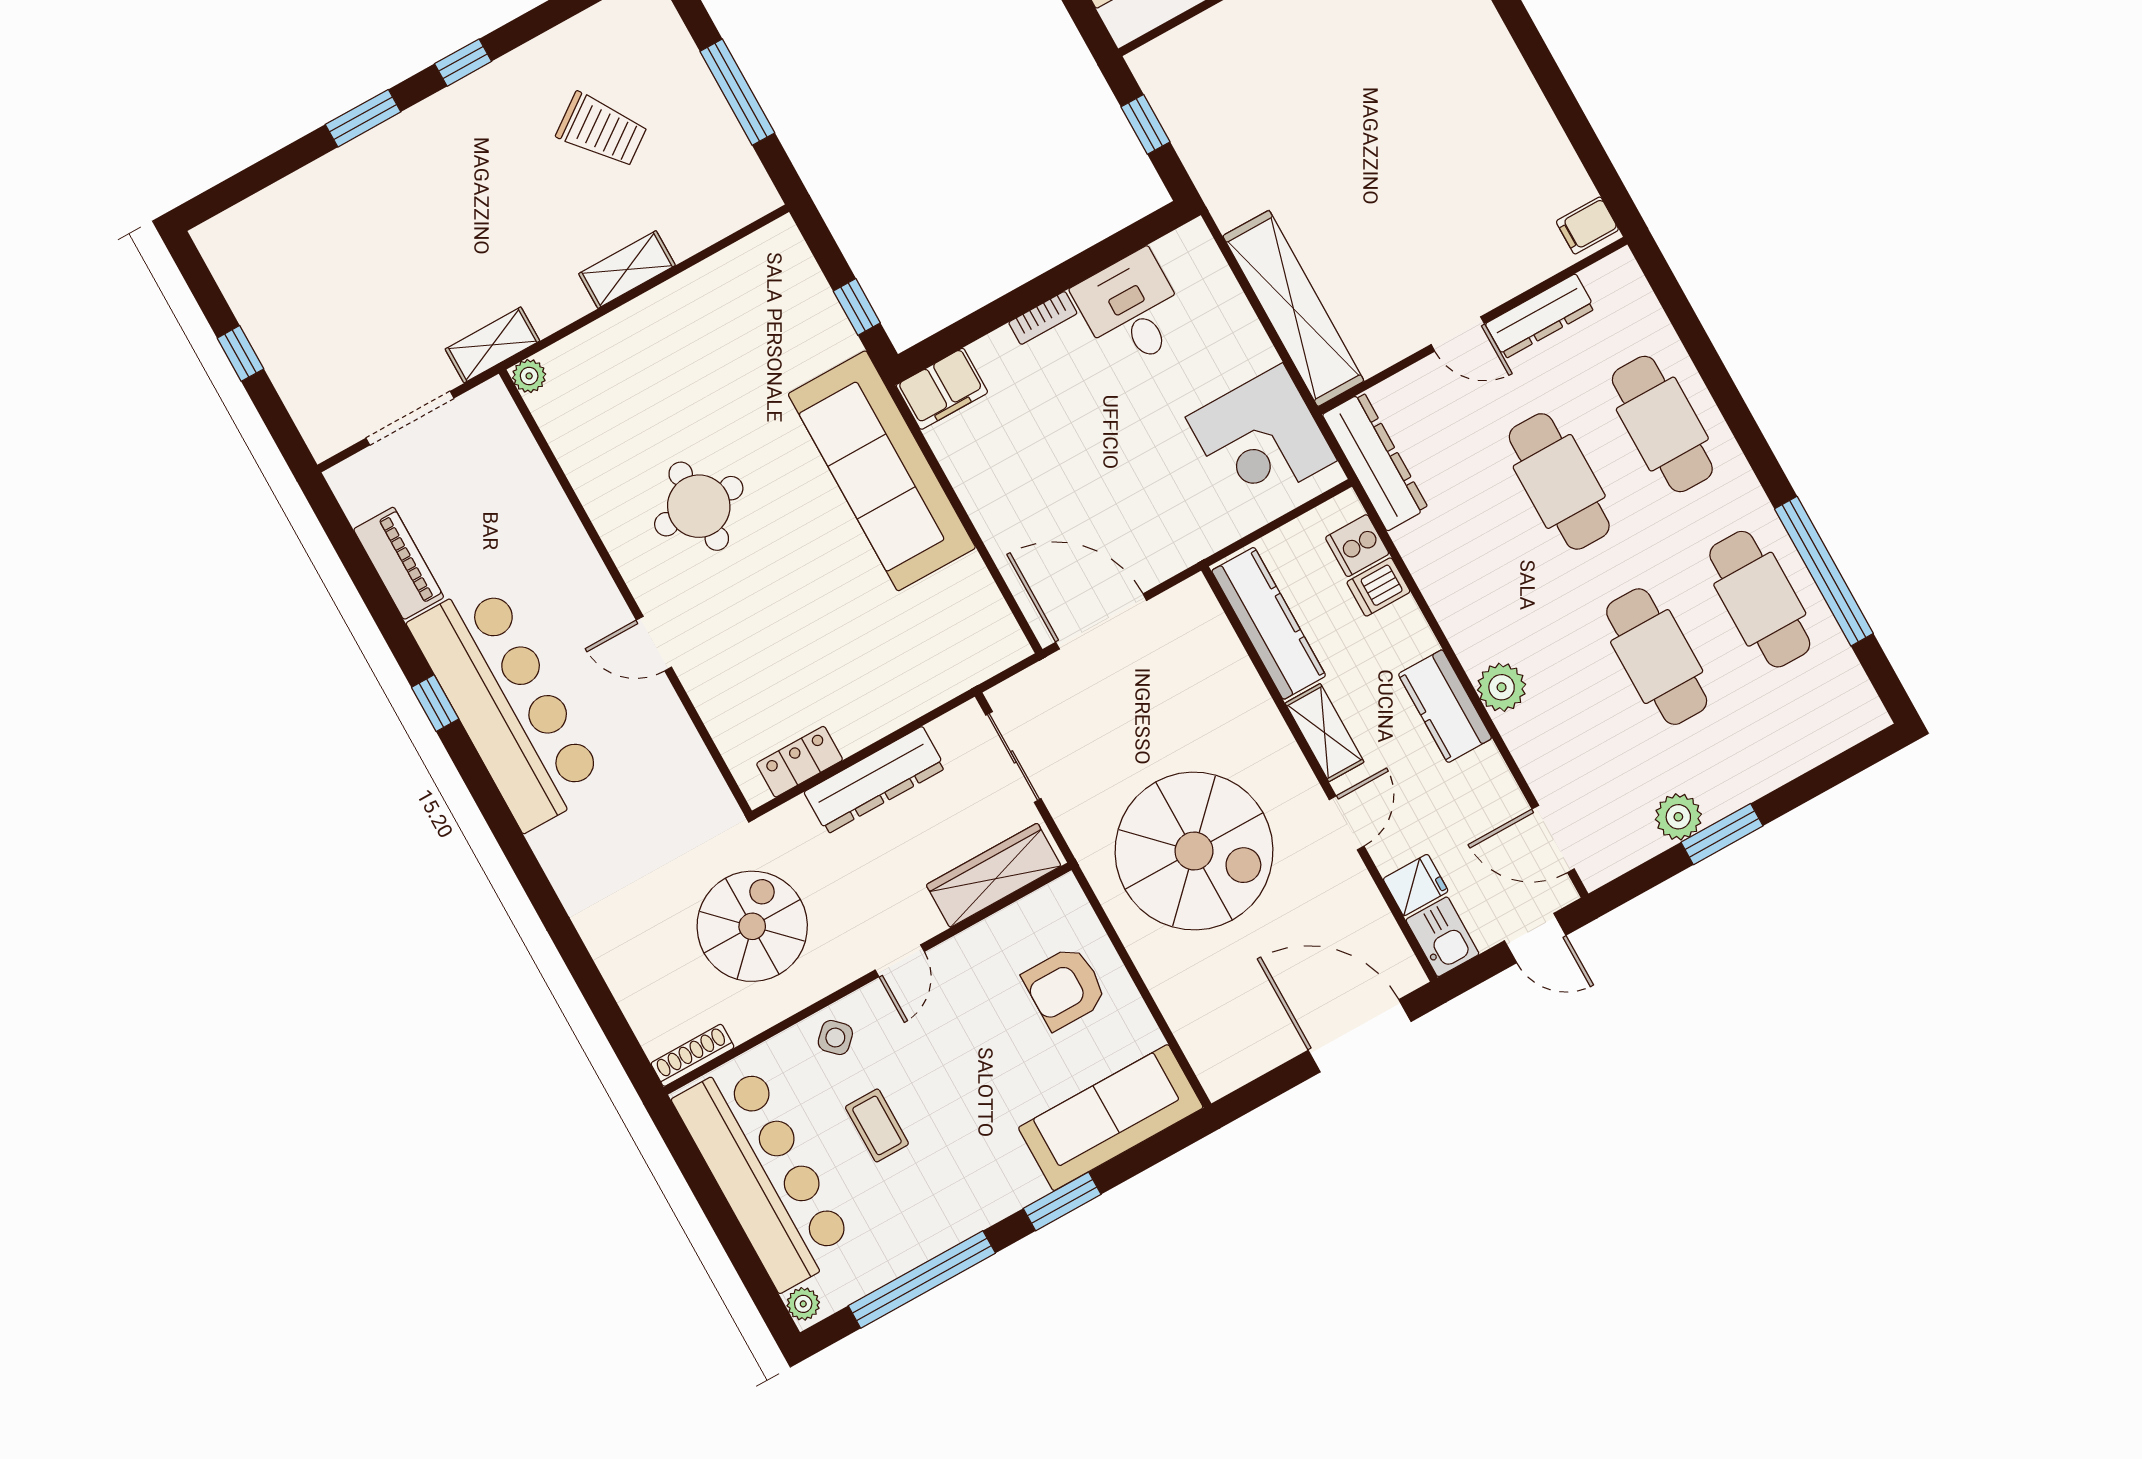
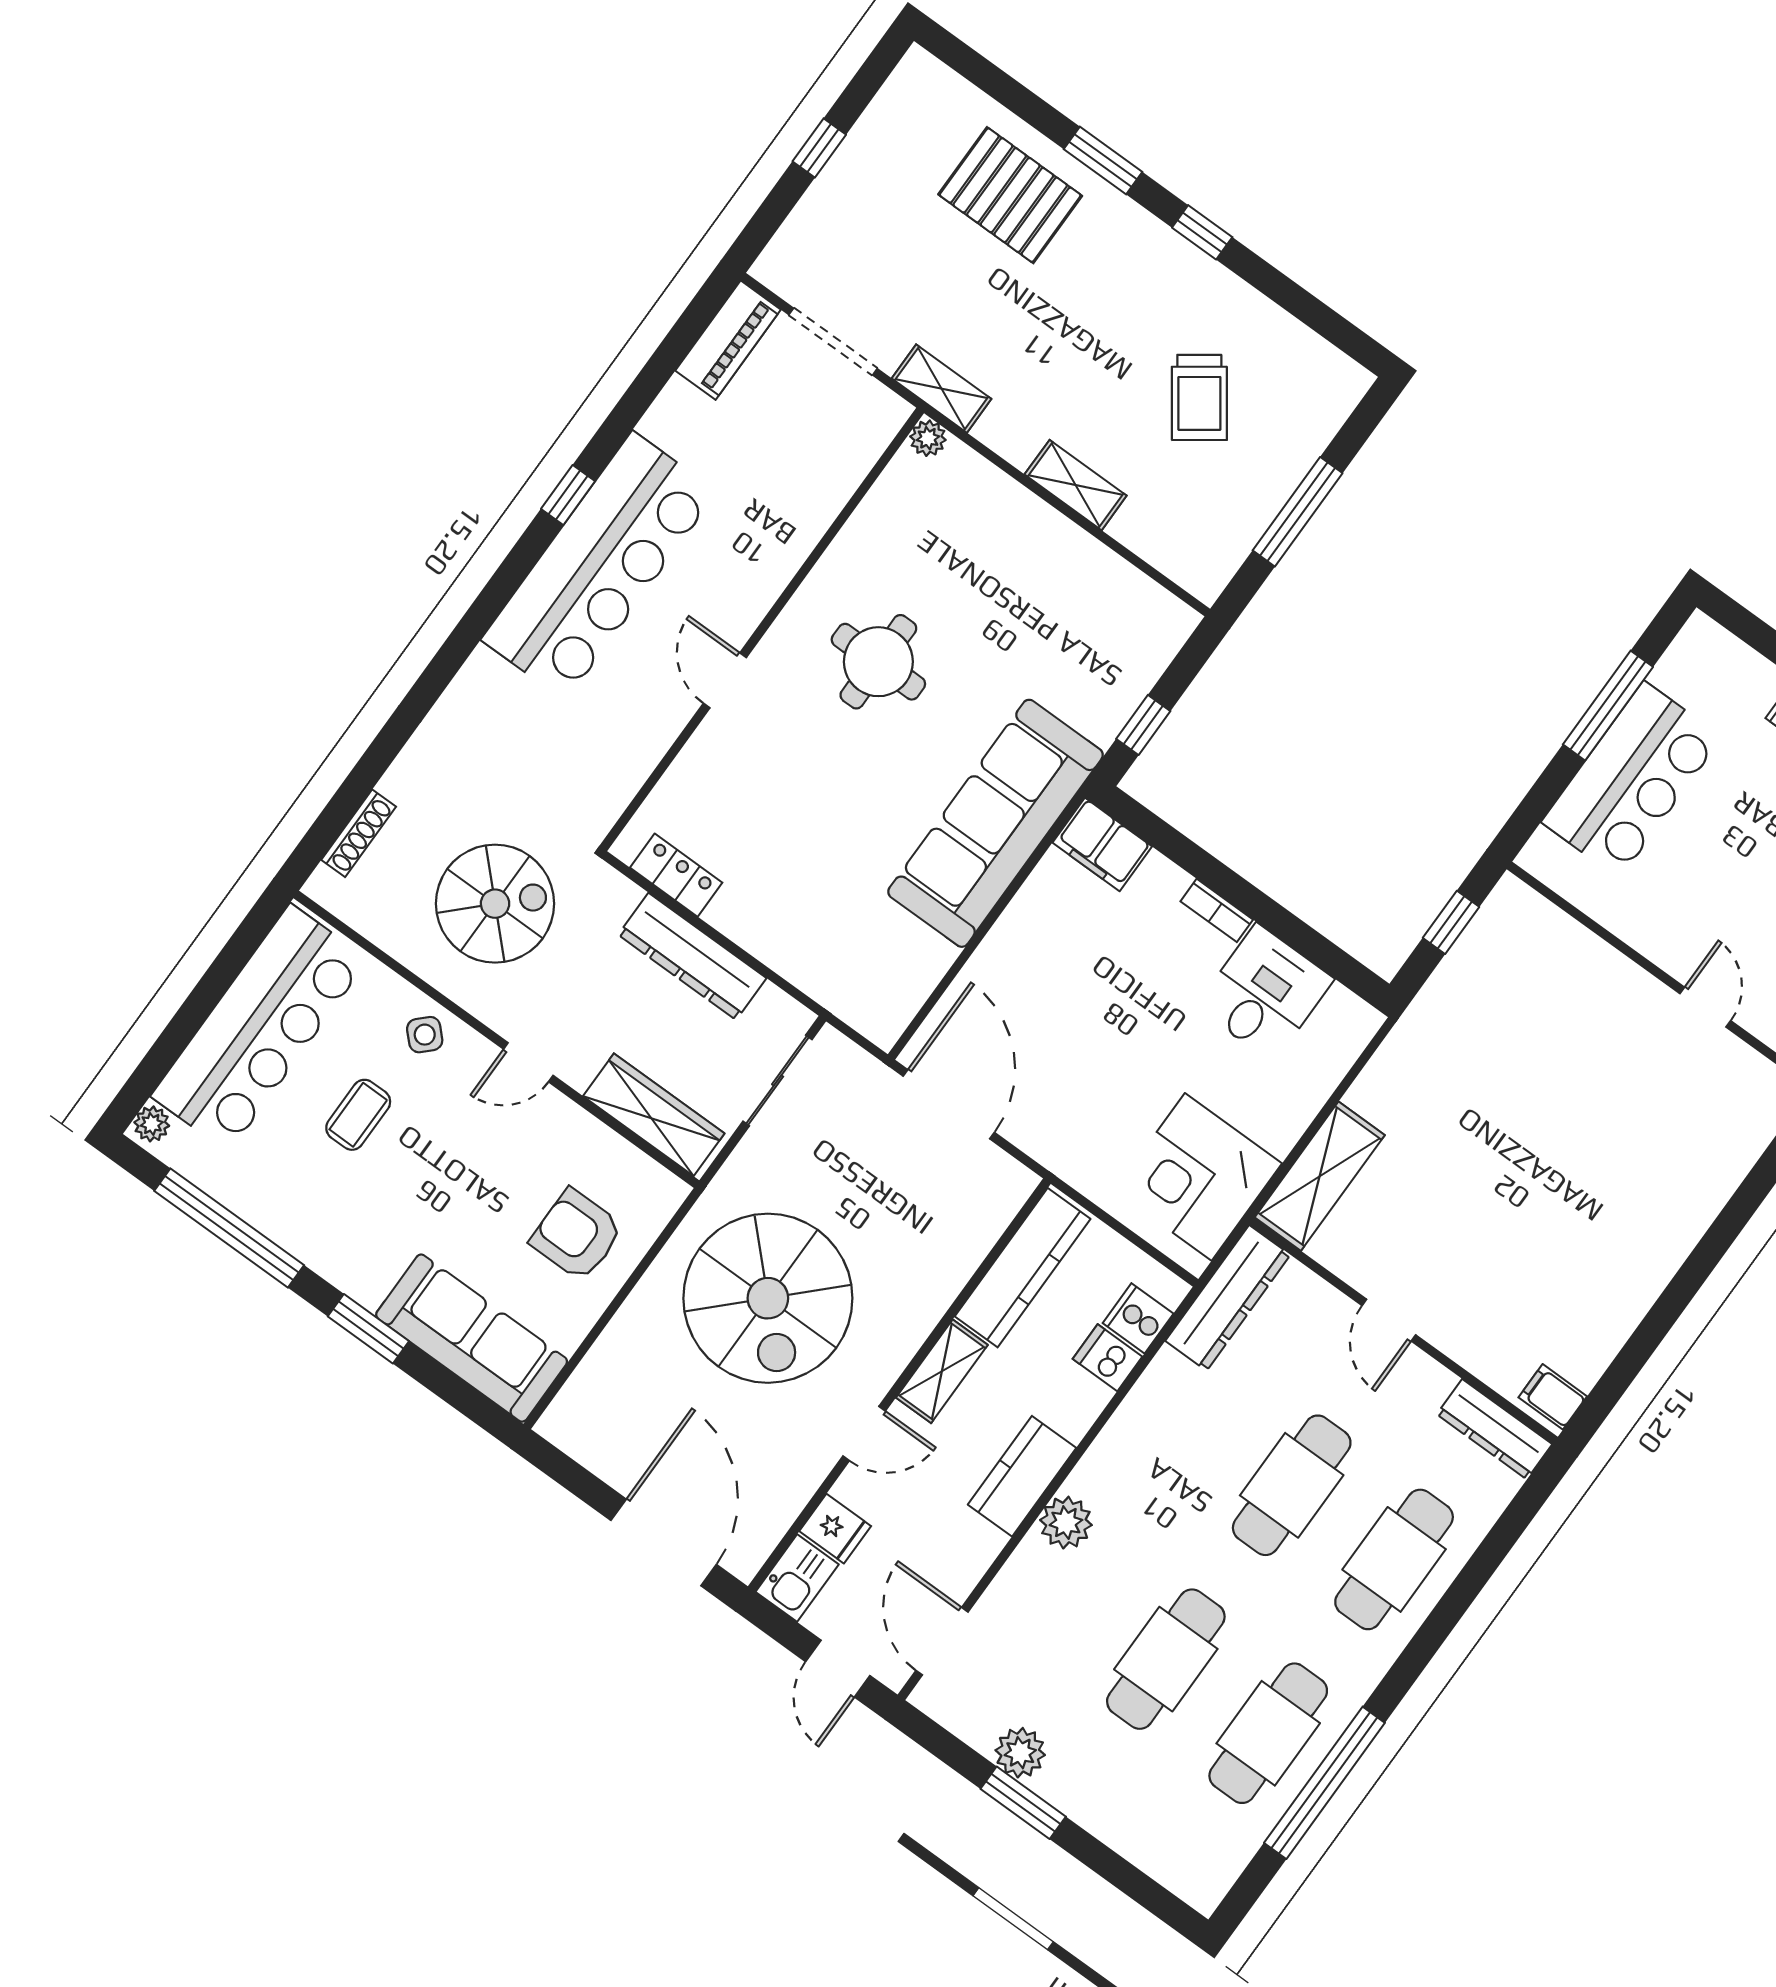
pallet: (356, 210) -> (1010, 195), added
shelving: (1293, 308) -> (1320, 1176), width x0.68
dresser: (1540, 316) -> (1494, 1429), moved
piano: (399, 563) -> (728, 340), moved
shoe rack: (693, 1055) -> (359, 833), moved, turned 90

